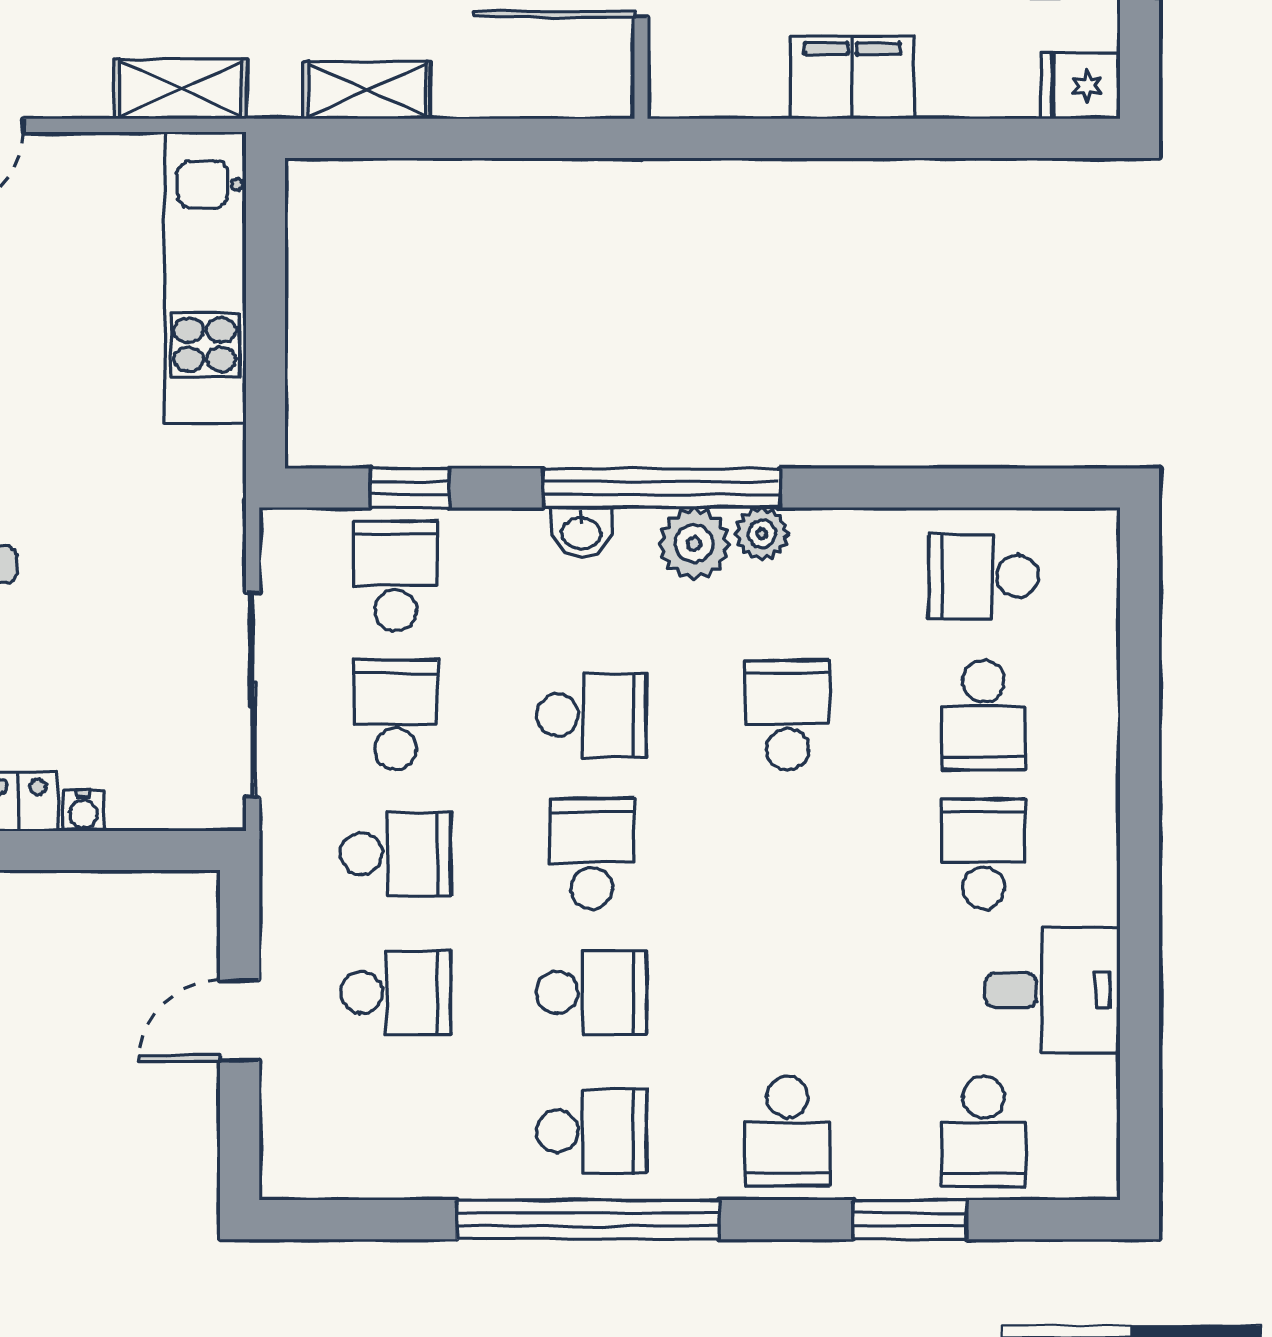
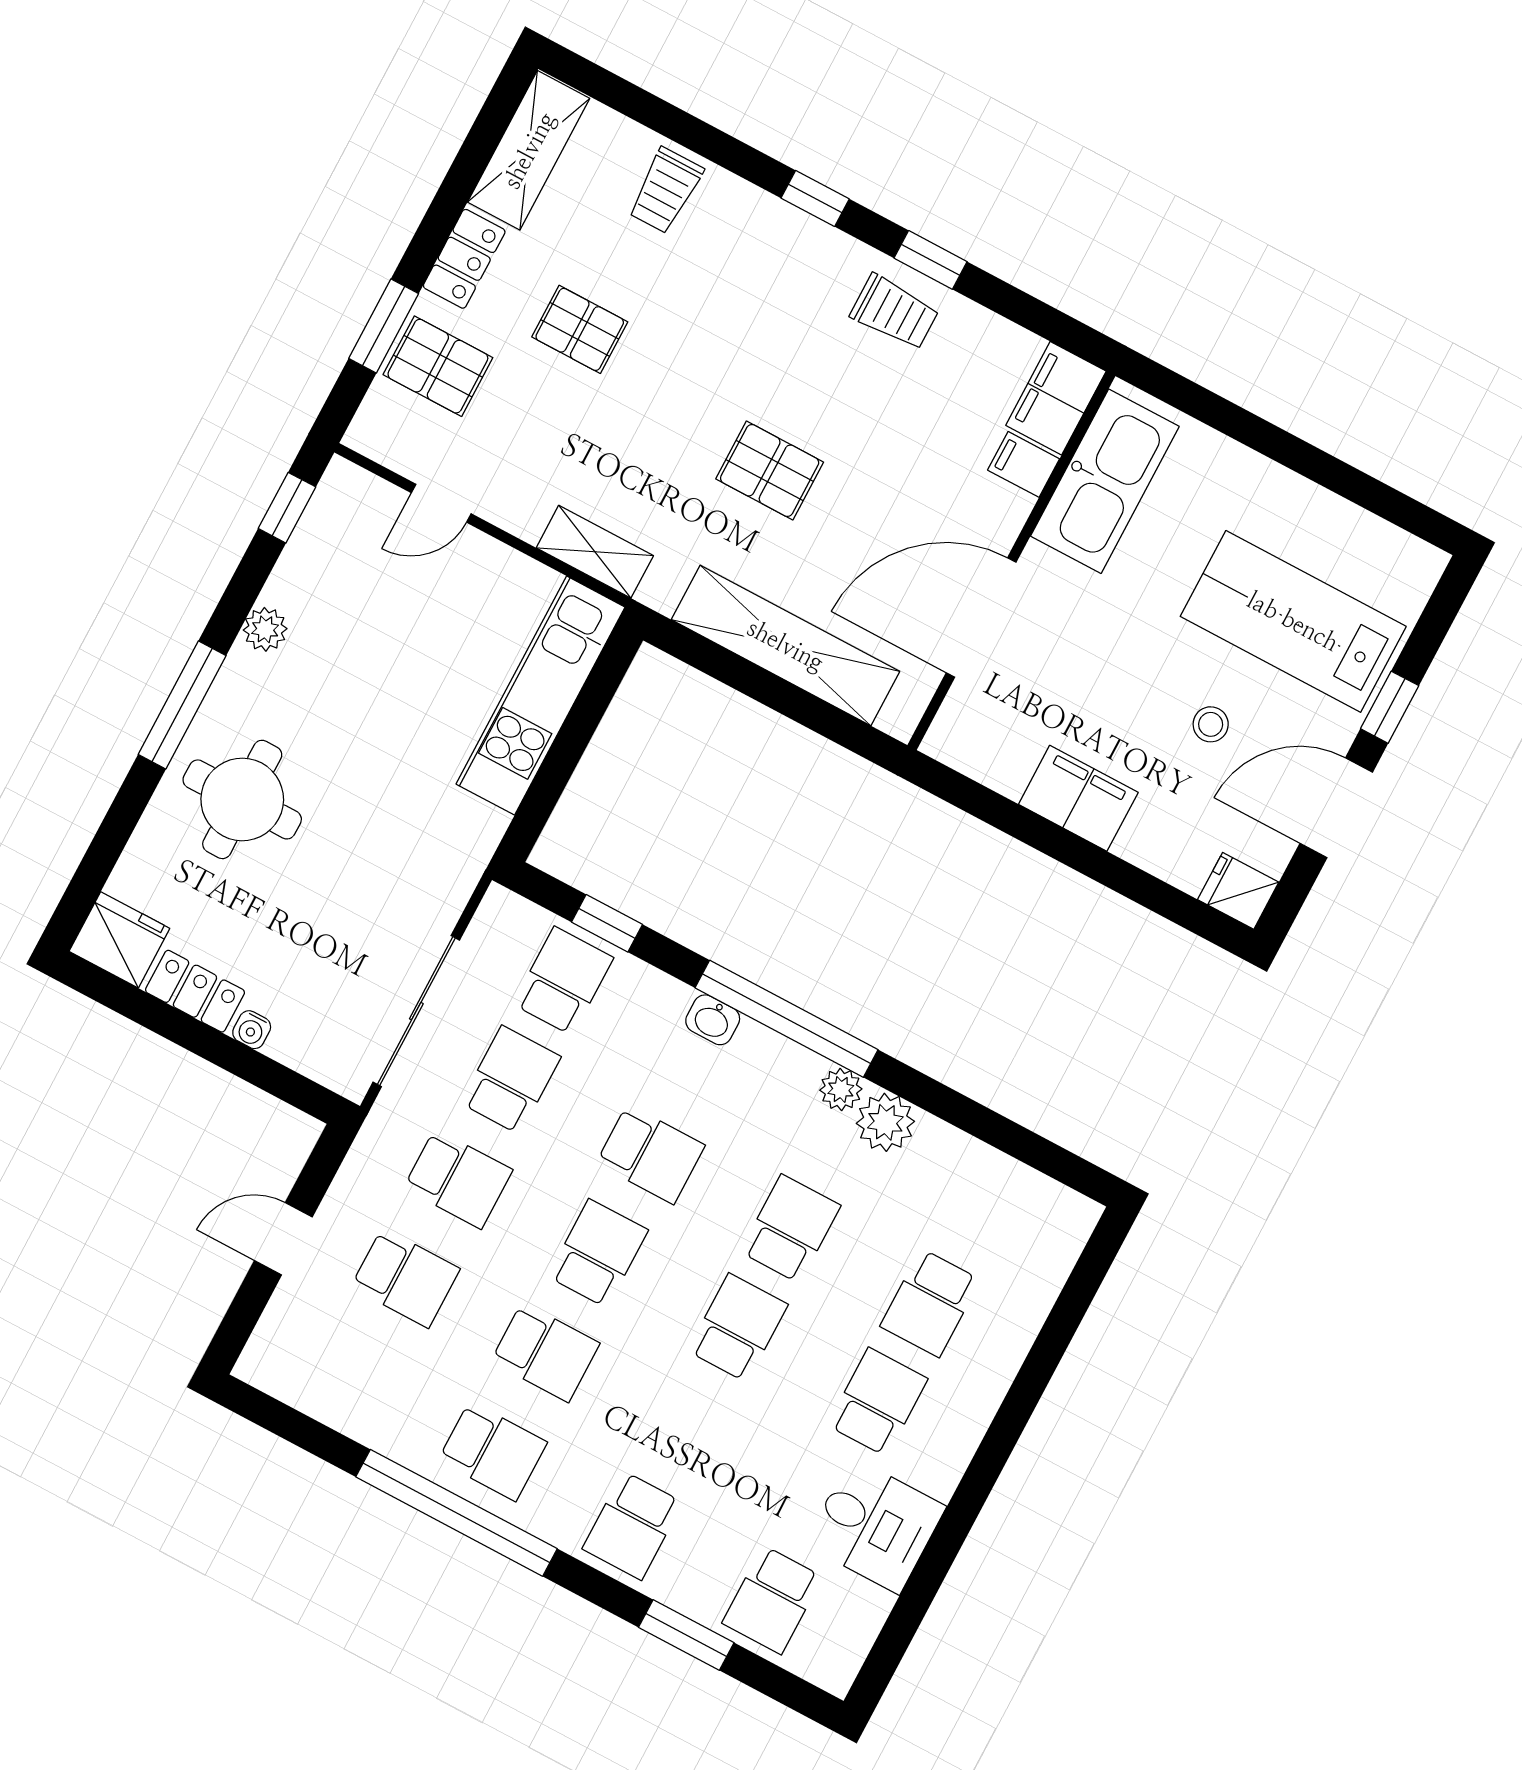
shelving: (367, 90) -> (786, 645), width x2.20, depth x1.33
plant: (694, 544) -> (885, 1122), moved
school desk: (984, 576) -> (738, 1328), moved, turned 90

